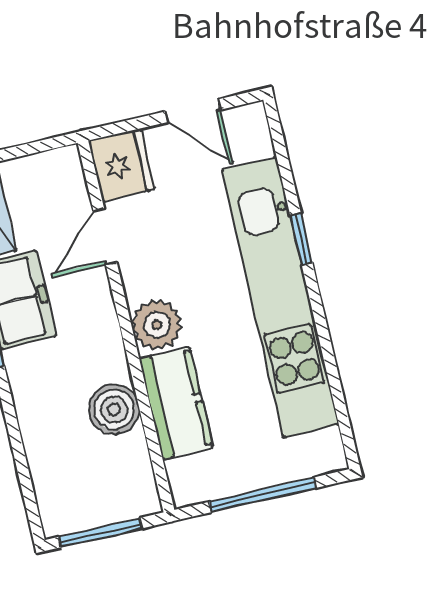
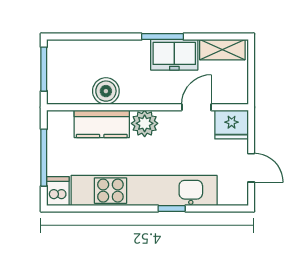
door: (193, 111) -> (251, 168), swing flipped
door: (105, 237) -> (196, 107), hinge flipped
dishwasher: (318, 455) -> (58, 191), added

